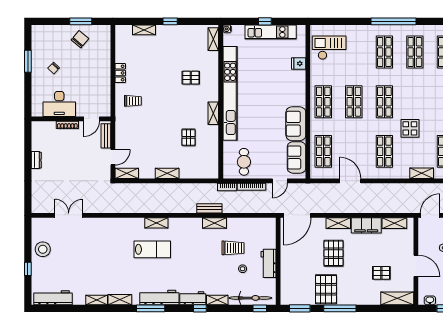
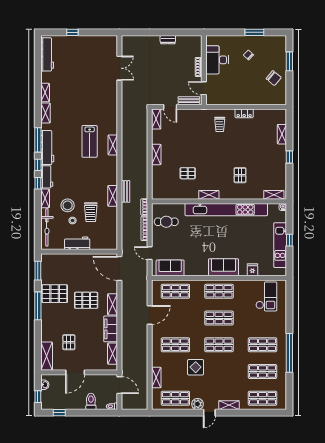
window: (81, 21) -> (289, 61), moved
sofa: (296, 124) -> (223, 267), moved
stool: (43, 249) -> (68, 205), moved
window: (260, 308) -> (38, 165), moved

